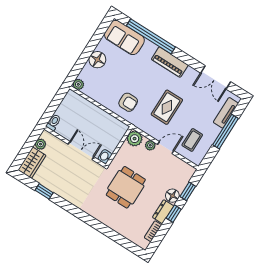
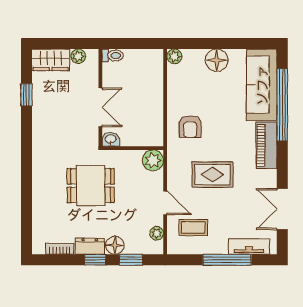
sofa: (124, 37) -> (262, 85), width x1.36
plant: (150, 145) -> (157, 233), moved

